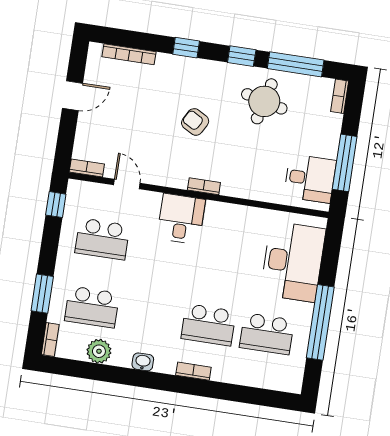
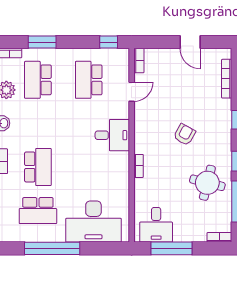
bookcase: (204, 186) -> (139, 166), moved
school desk: (208, 325) -> (38, 167), turned 180
school desk: (267, 334) -> (38, 211), turned -90

